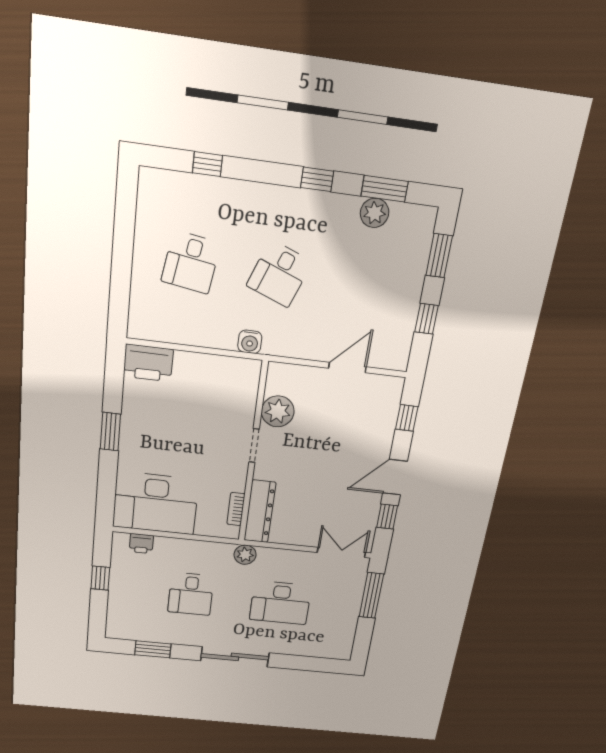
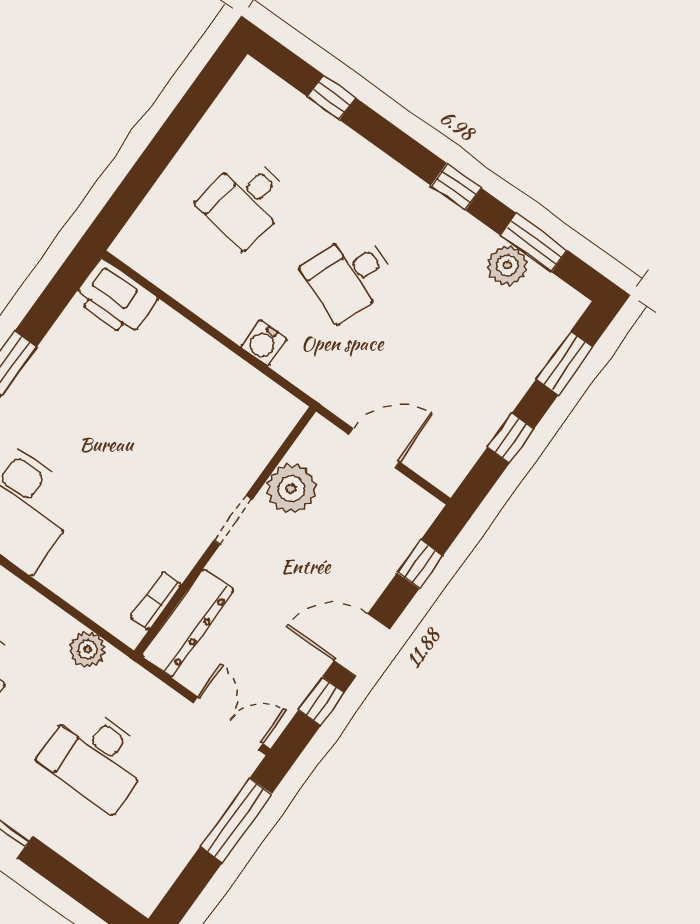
plant: (278, 411) -> (291, 489), moved
doorway: (254, 446) -> (233, 520), moved
wall: (253, 454) -> (225, 531), moved
bookcase: (236, 509) -> (156, 601), moved
dresser: (260, 511) -> (187, 623), moved

